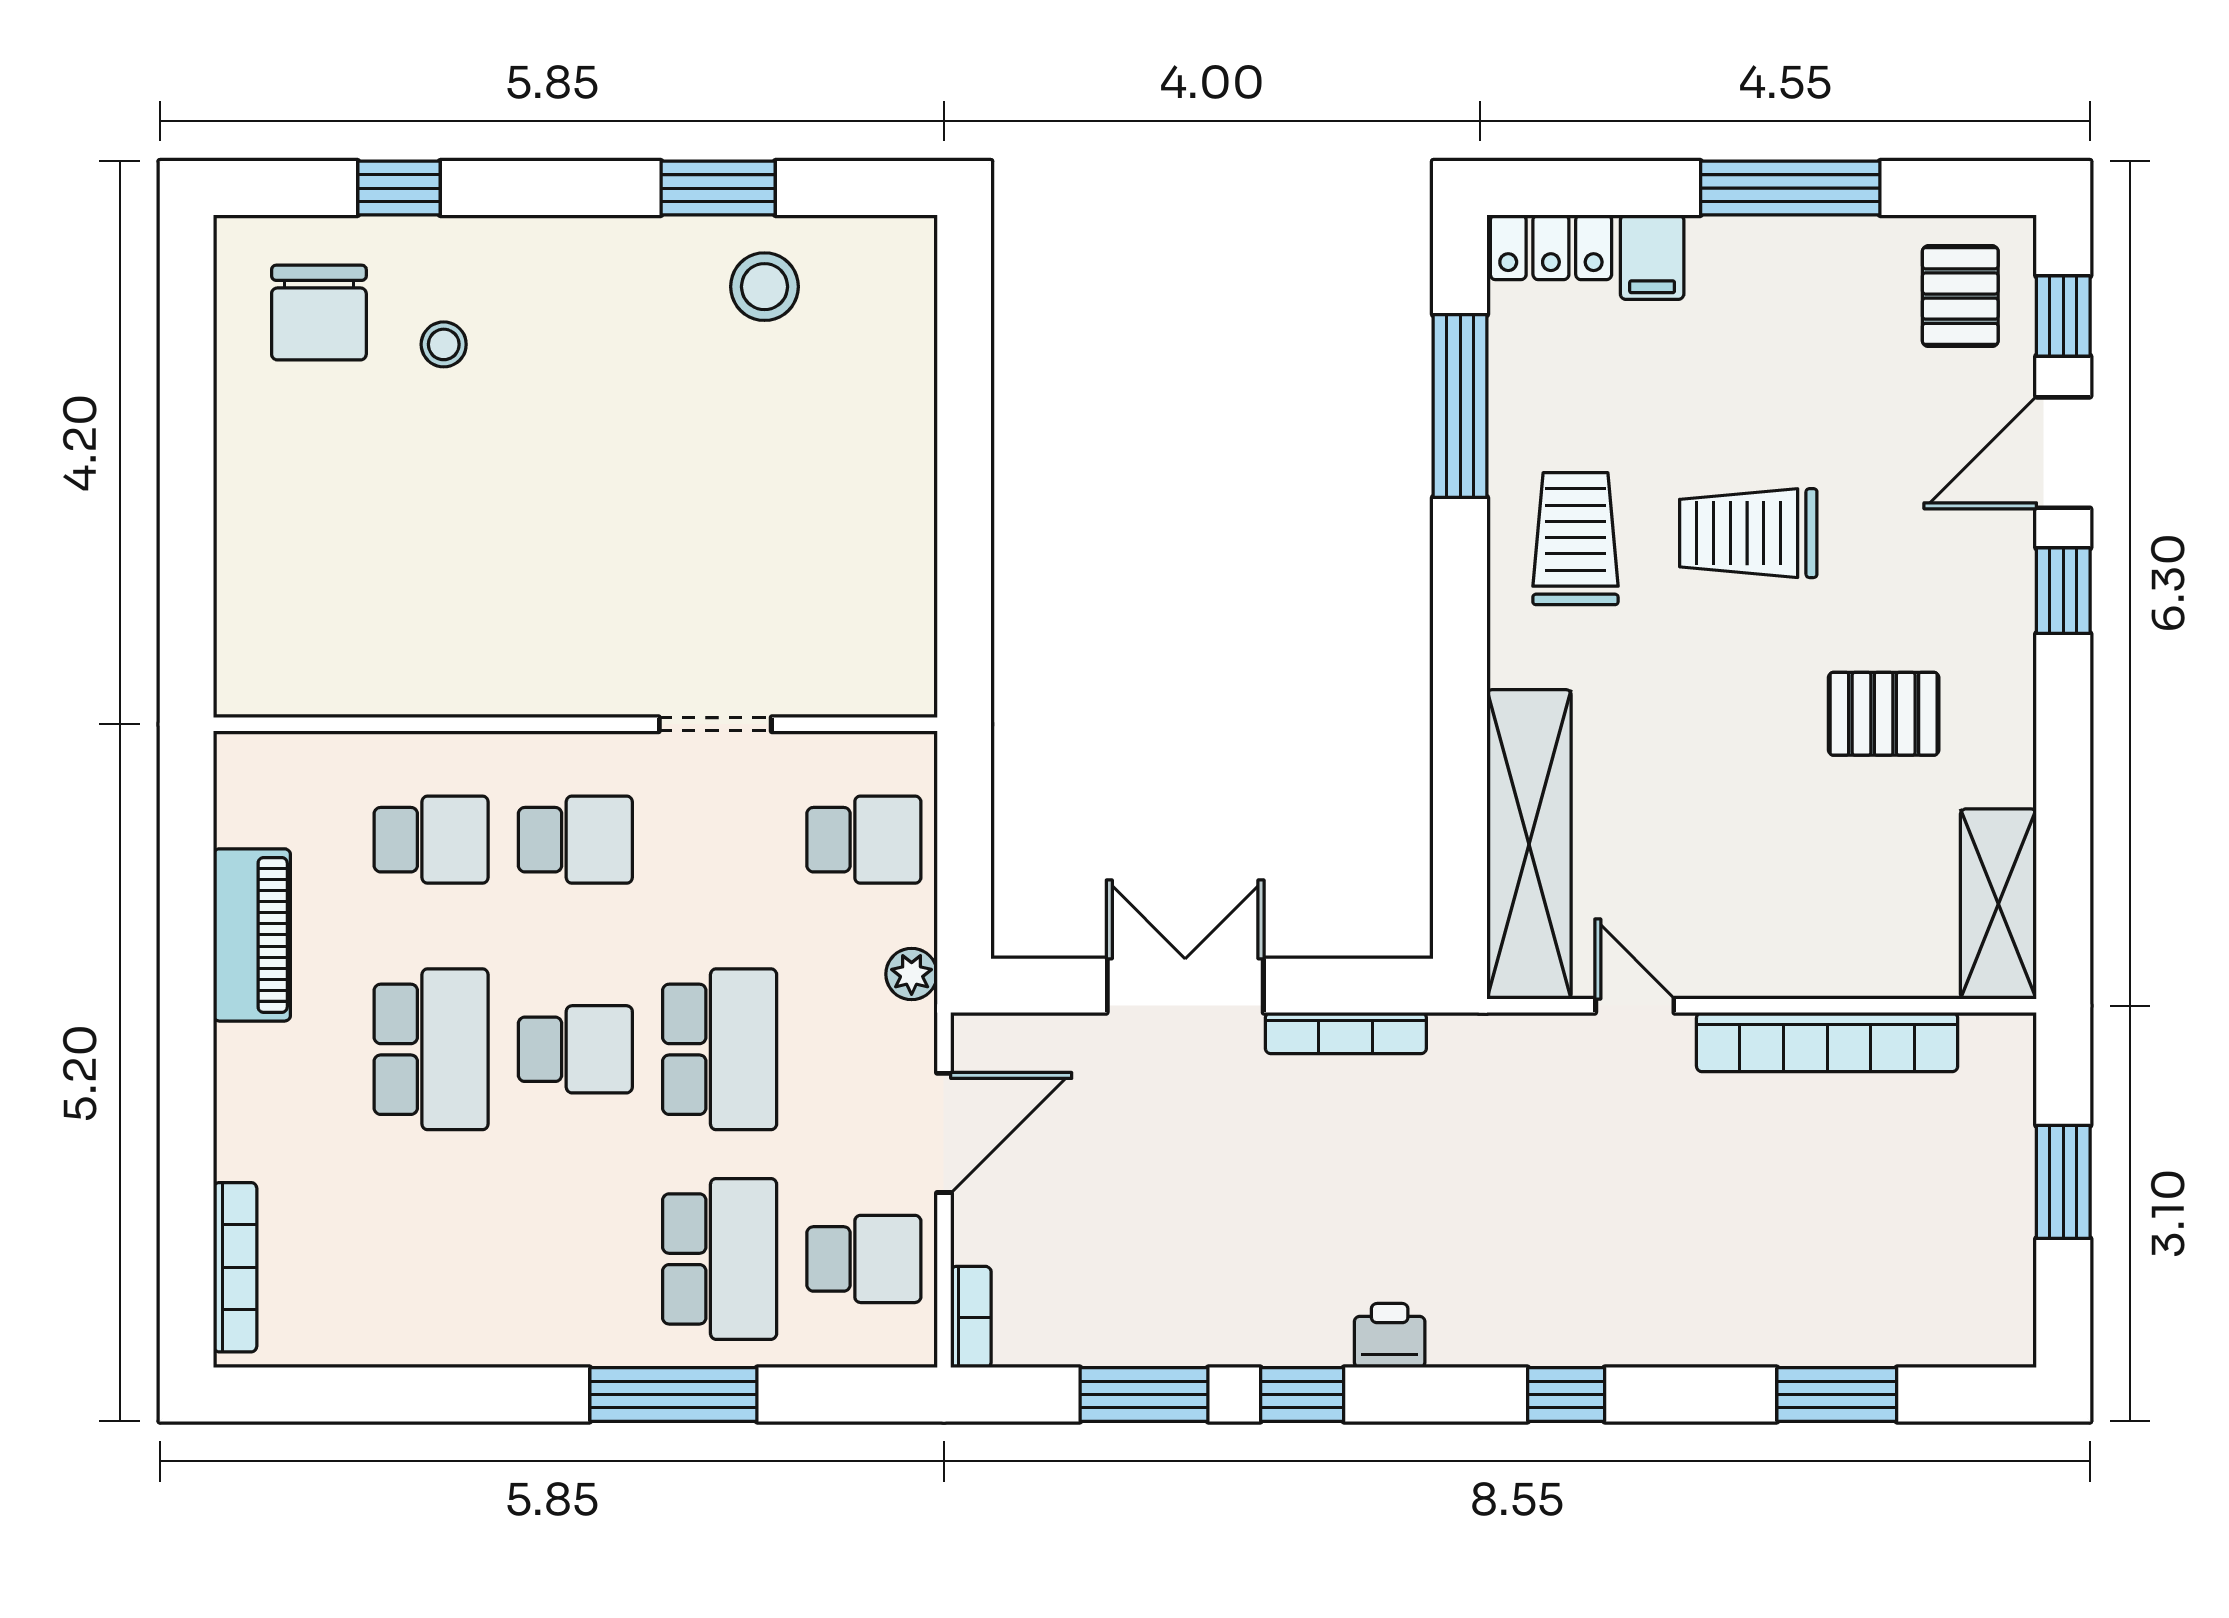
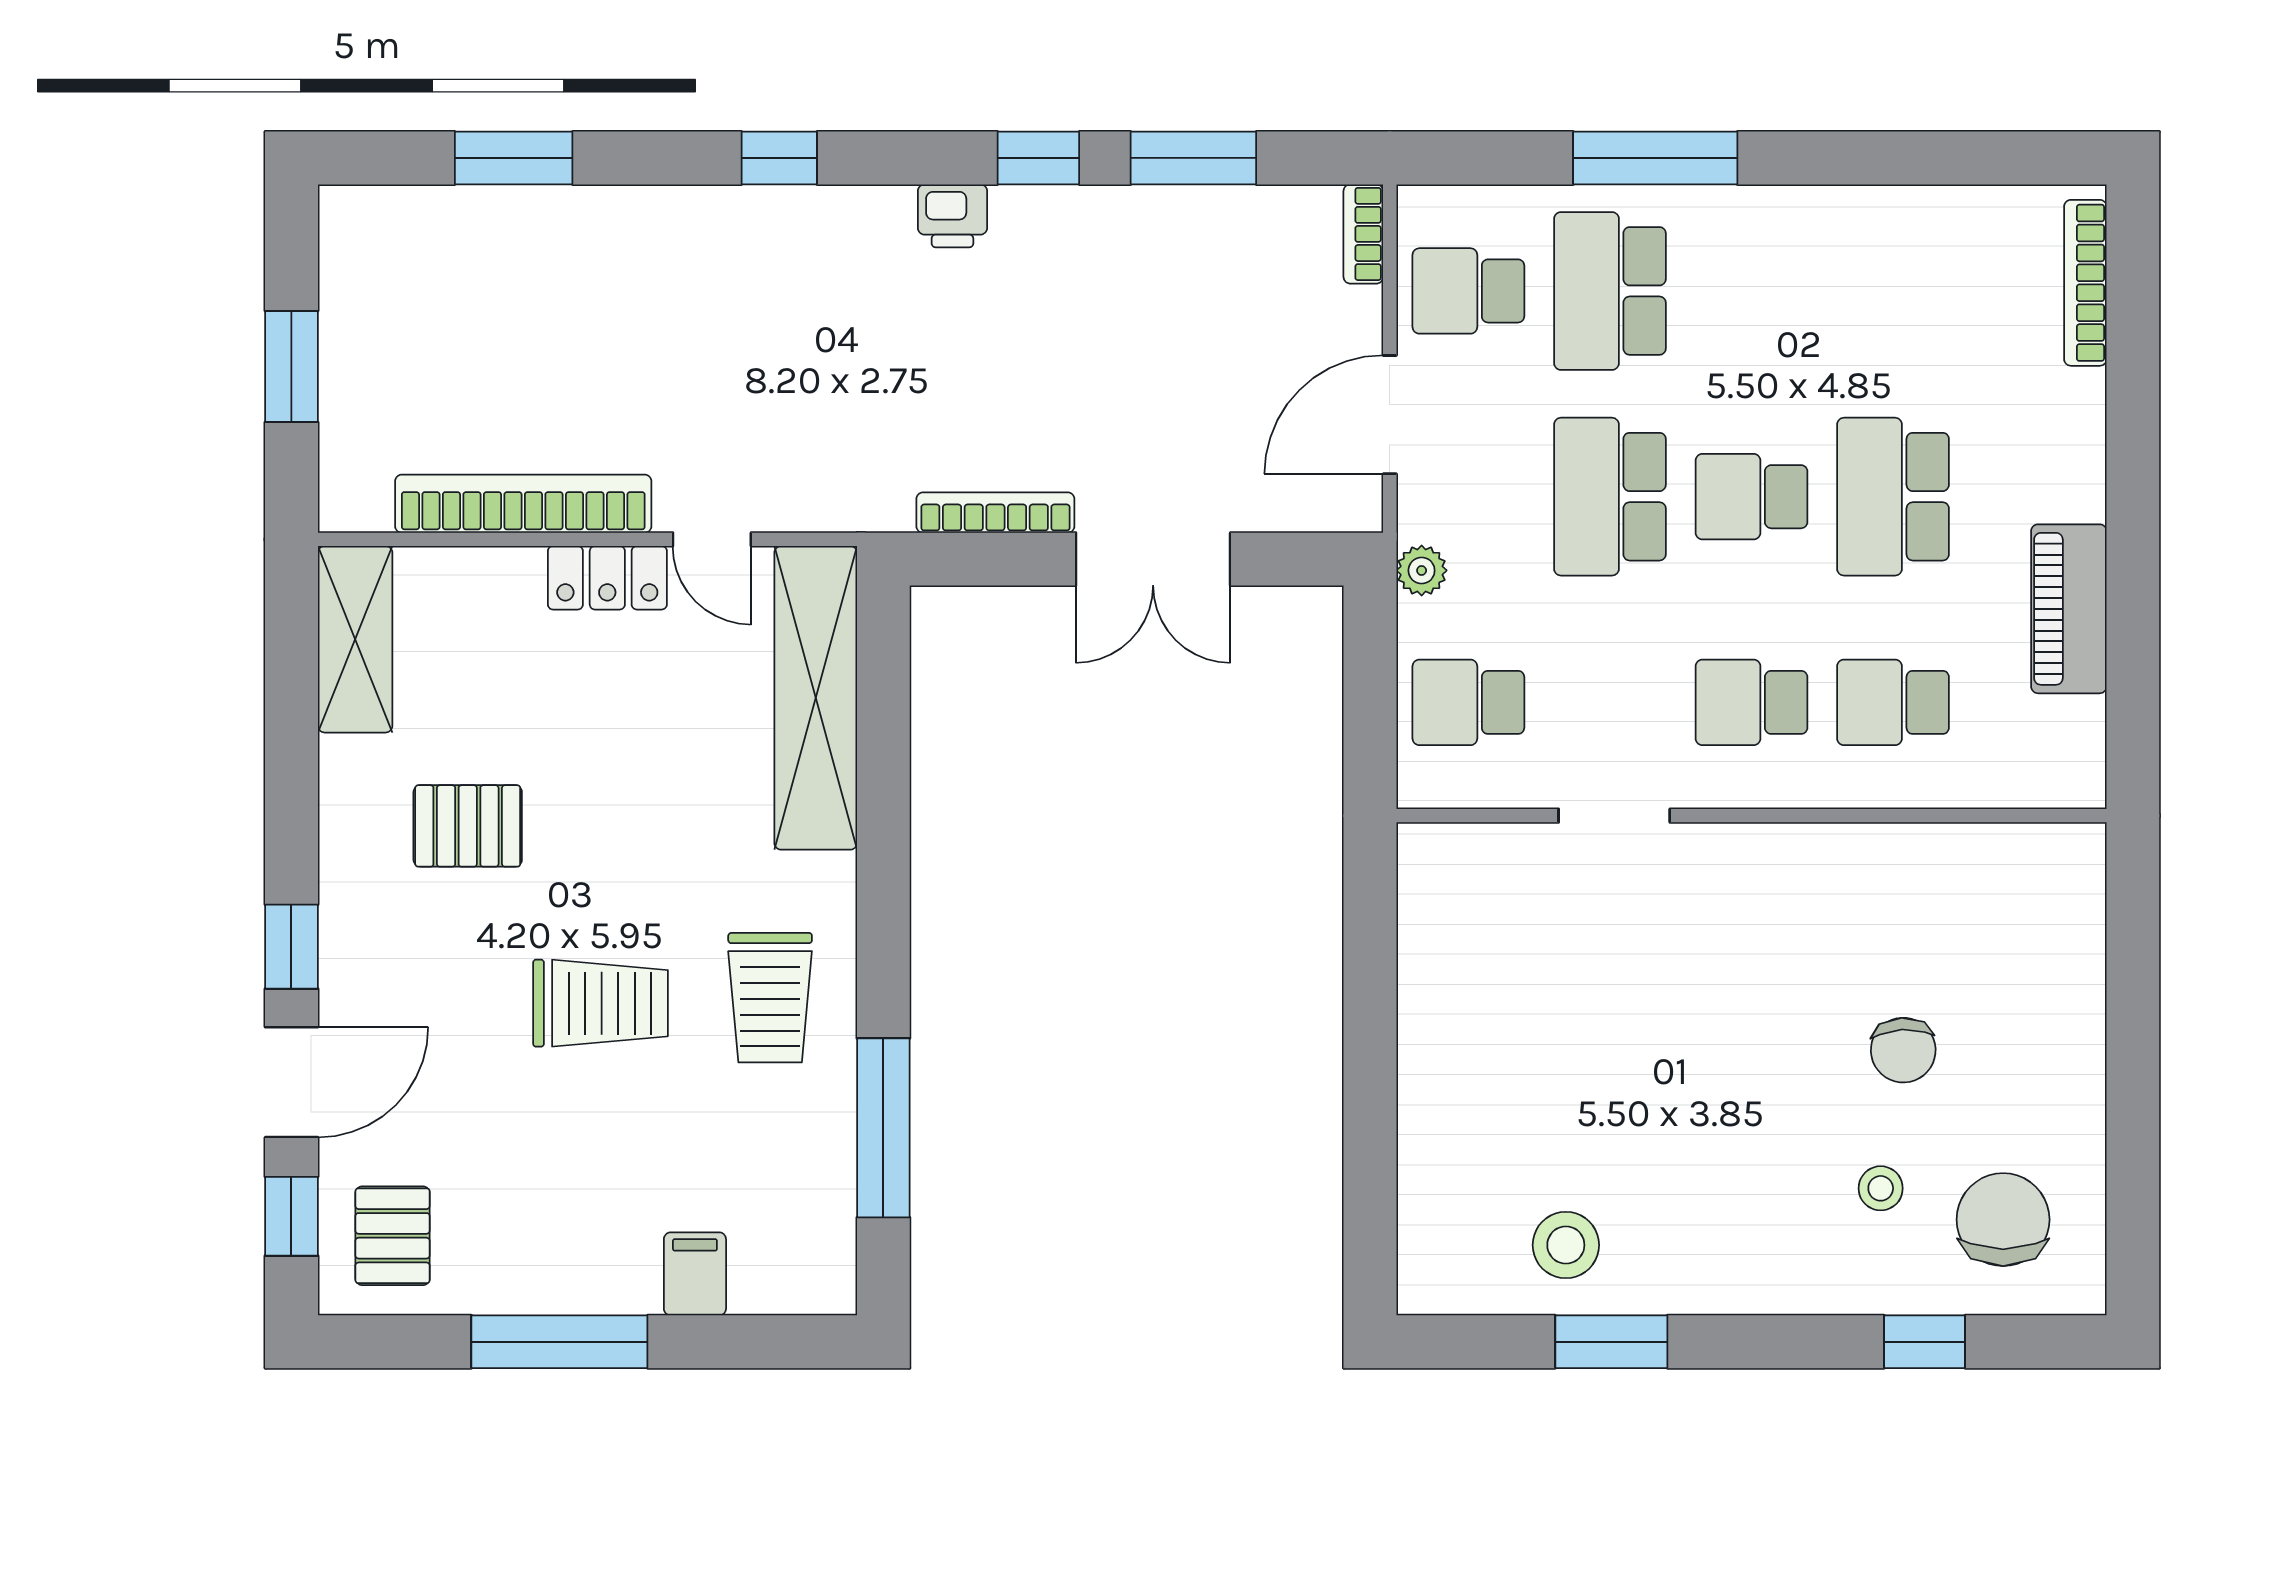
locker: (1551, 247) -> (607, 578), moved, turned 180
chair: (421, 485) -> (1903, 1050), added

